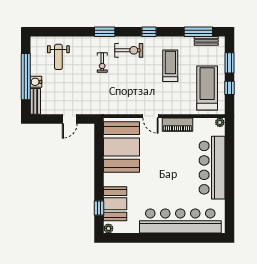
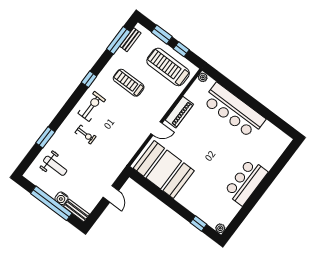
window: (105, 32) -> (45, 137), moved
booth: (115, 204) -> (205, 208), removed
bar counter: (180, 221) -> (246, 182), width x0.54

